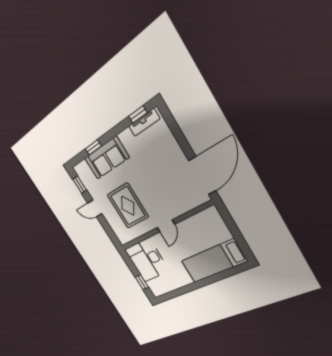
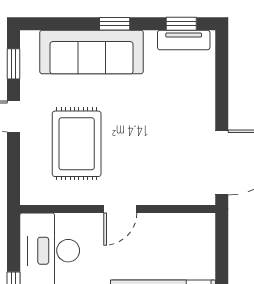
window: (93, 147) -> (115, 24), moved
sofa: (107, 158) -> (92, 52), width x1.36

